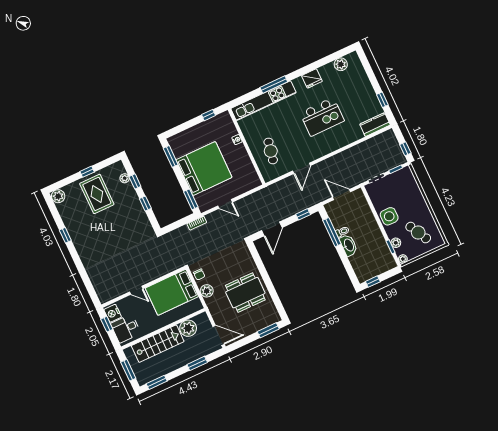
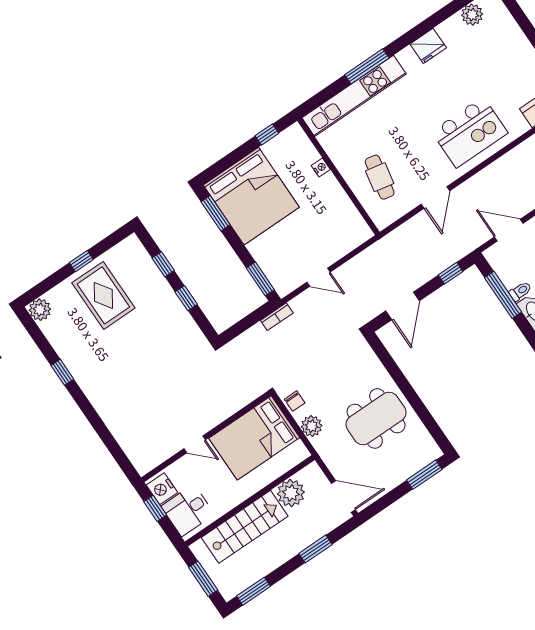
kitchen island: (322, 117) -> (470, 132), moved
bed: (204, 169) -> (251, 196), moved, turned 90
plant: (125, 178) -> (145, 262), removed

